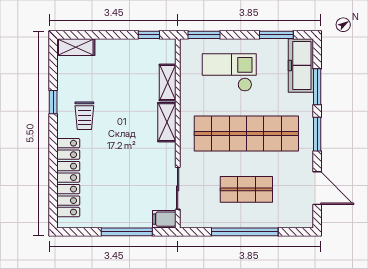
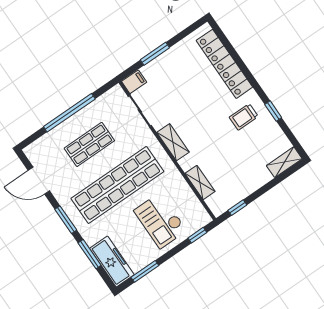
window: (204, 35) -> (197, 235), width x0.67
checkout: (229, 72) -> (160, 221), turned 90
trolley: (84, 116) -> (244, 117), turned -90
shelving: (167, 122) -> (173, 142), moved
window: (127, 232) -> (155, 54), width x0.69

